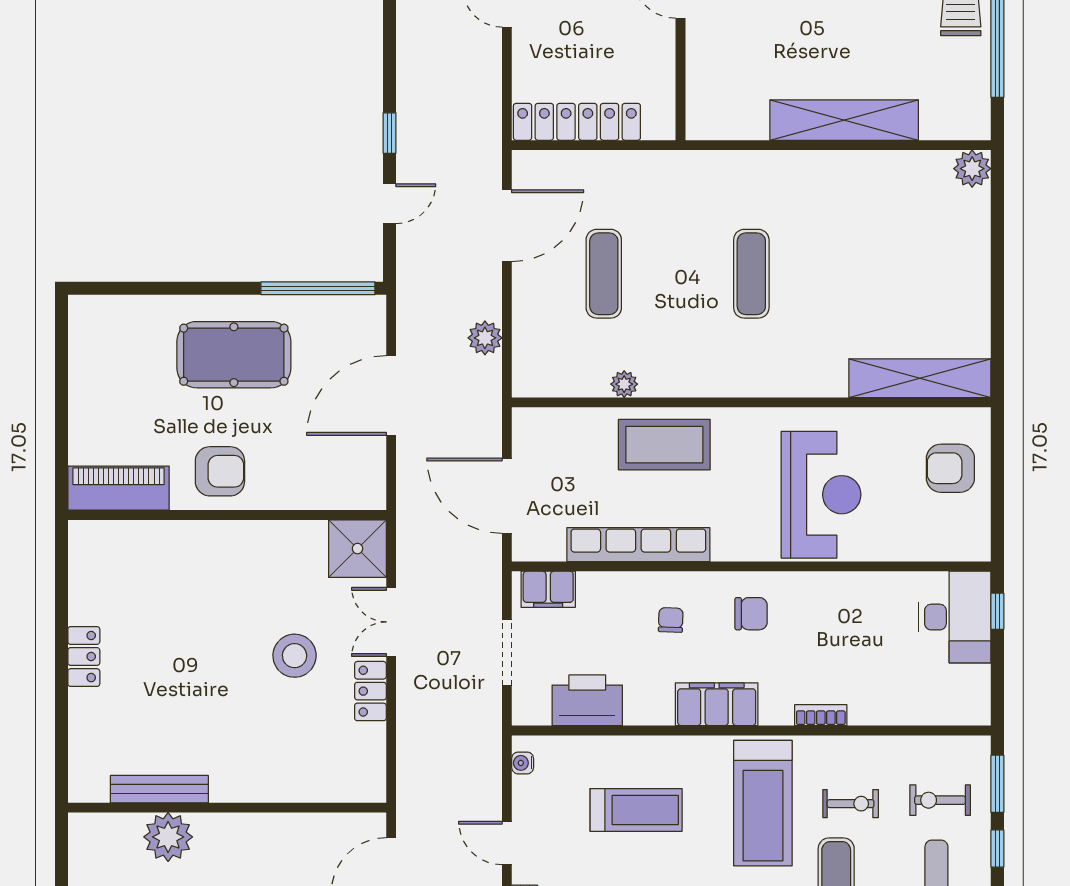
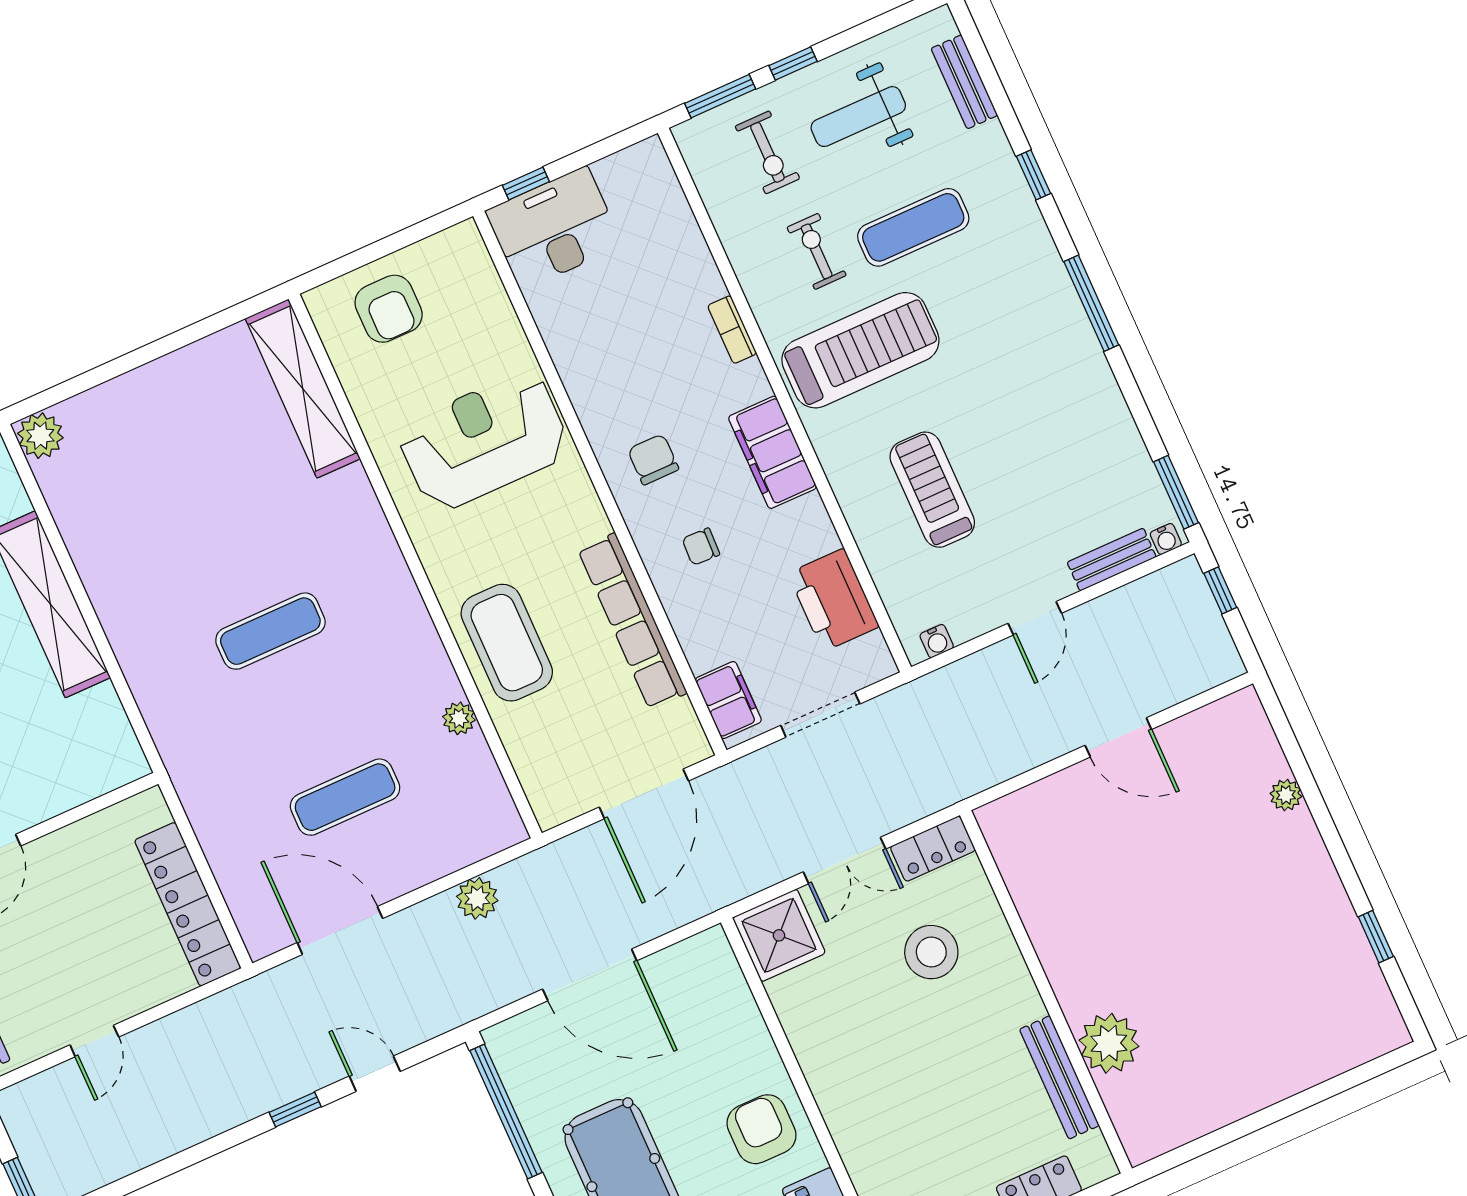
bench: (159, 789) -> (1059, 1077), moved
wall: (227, 808) -> (1046, 992), moved
plant: (168, 837) -> (1109, 1043), moved

